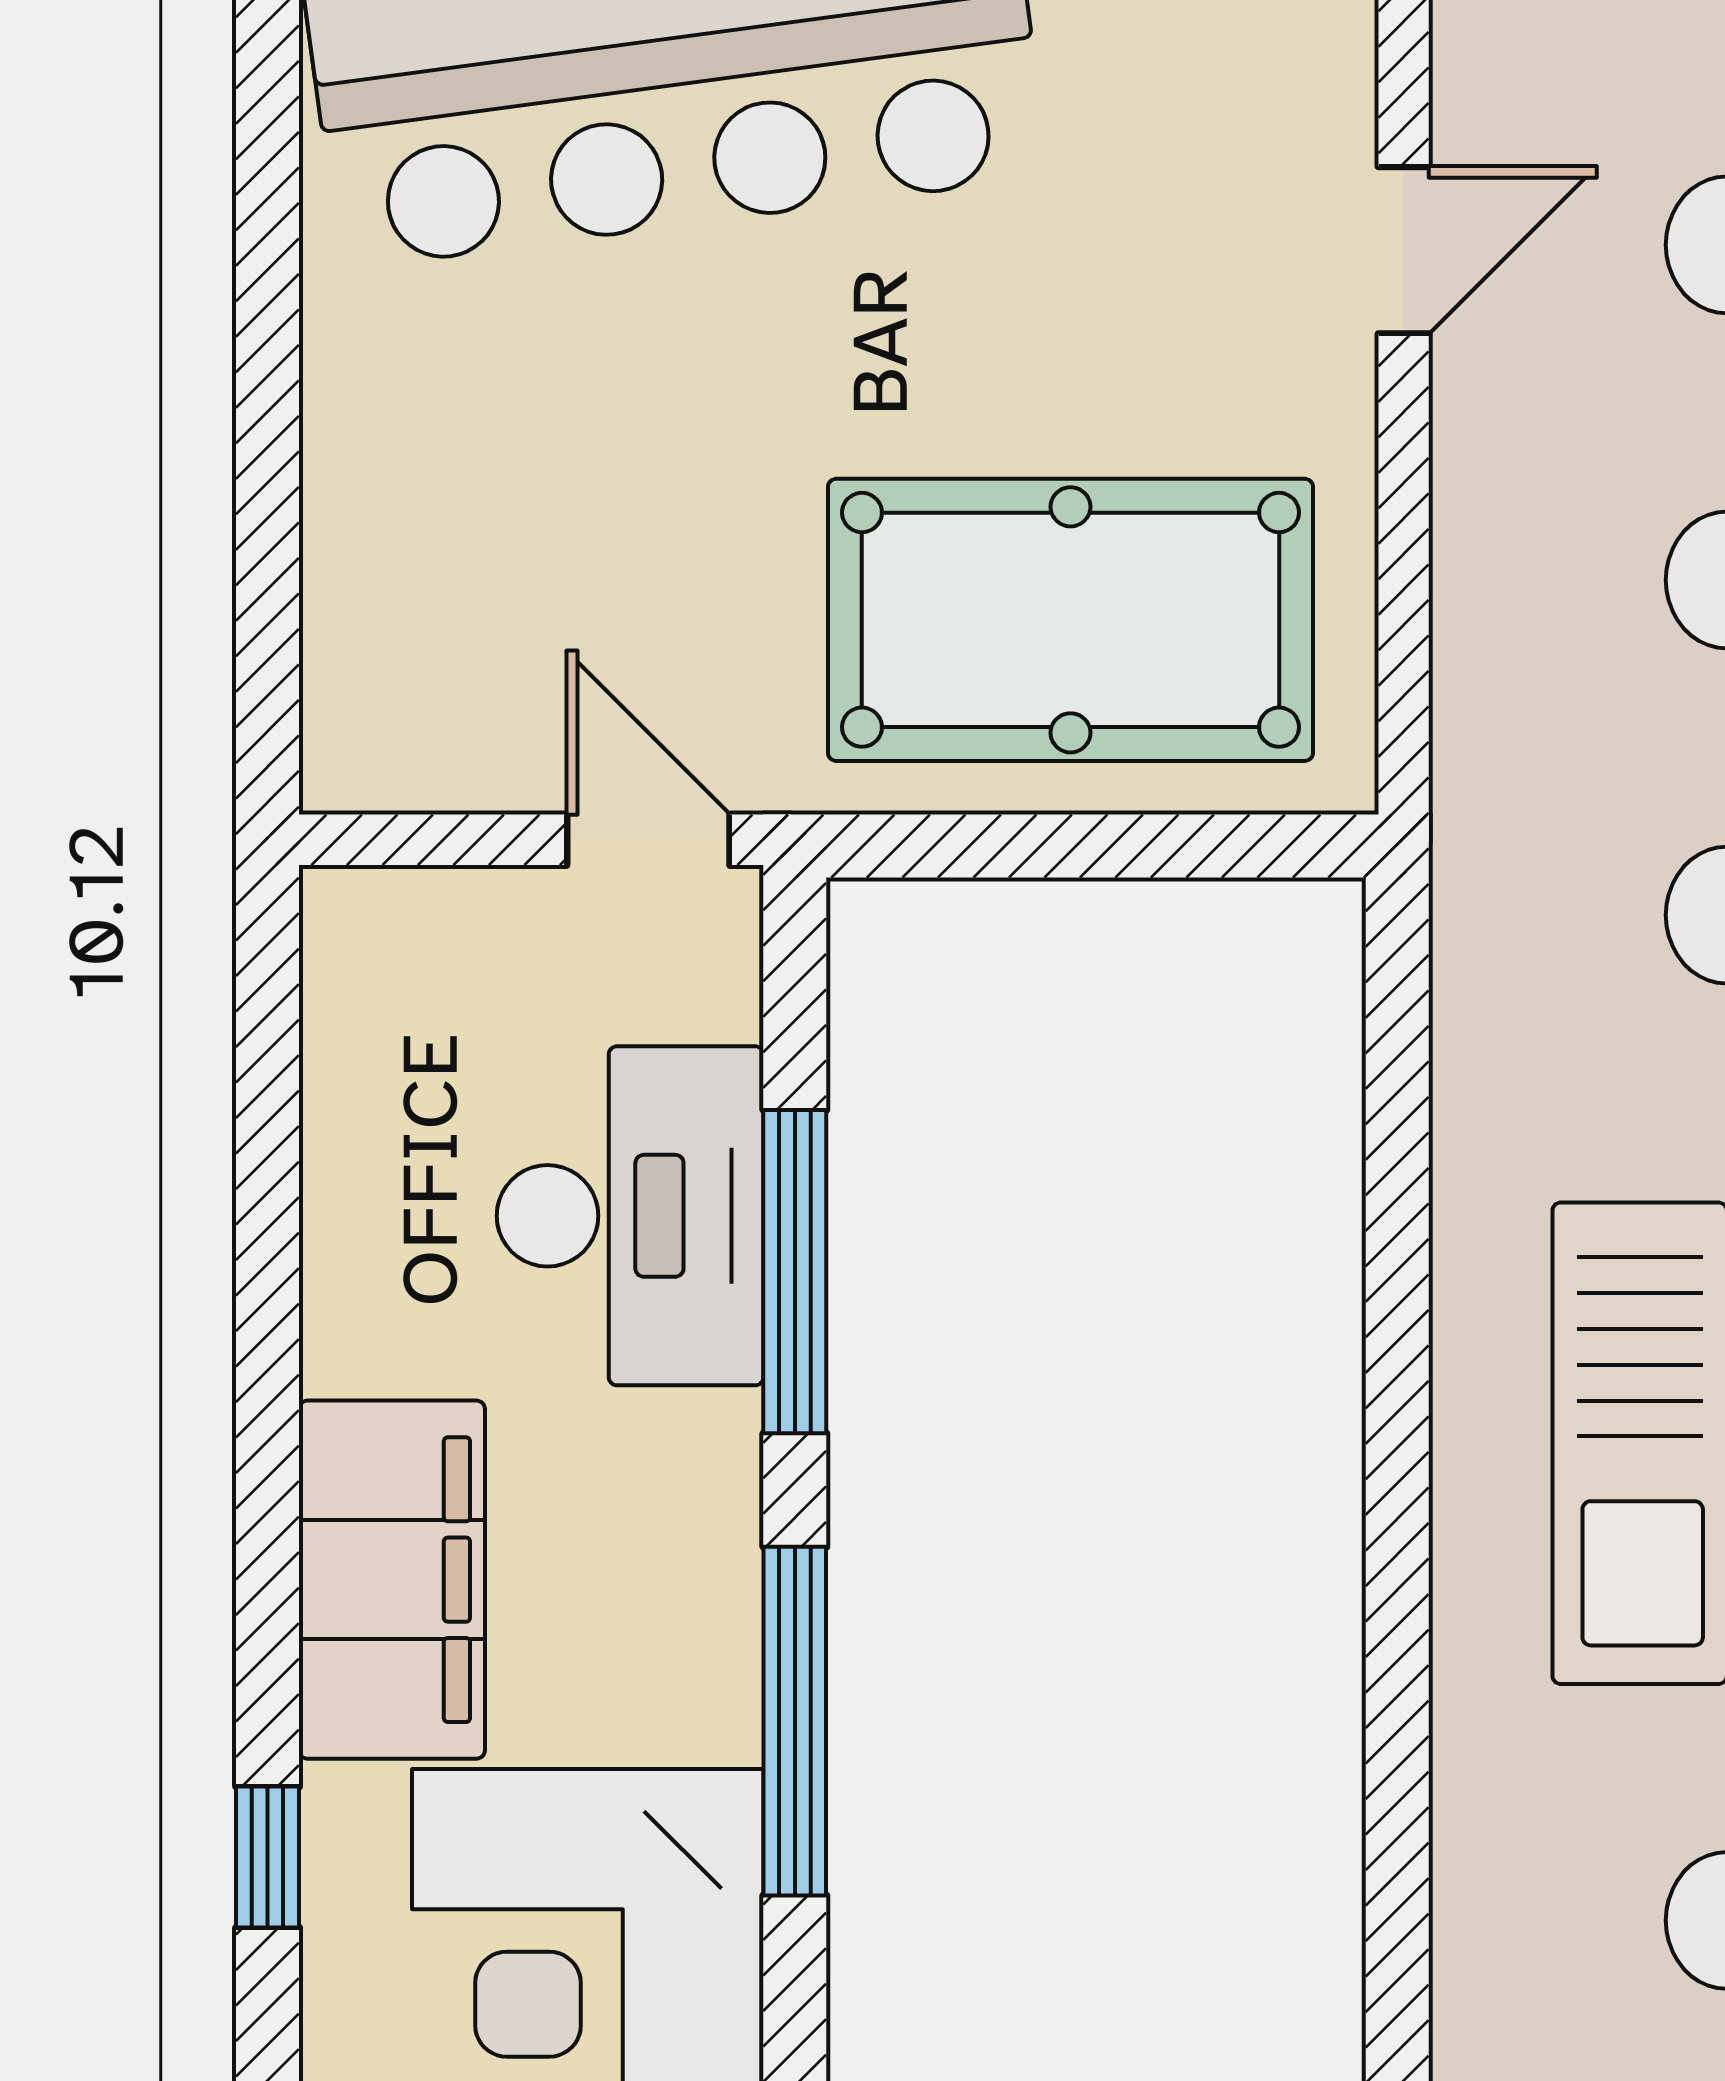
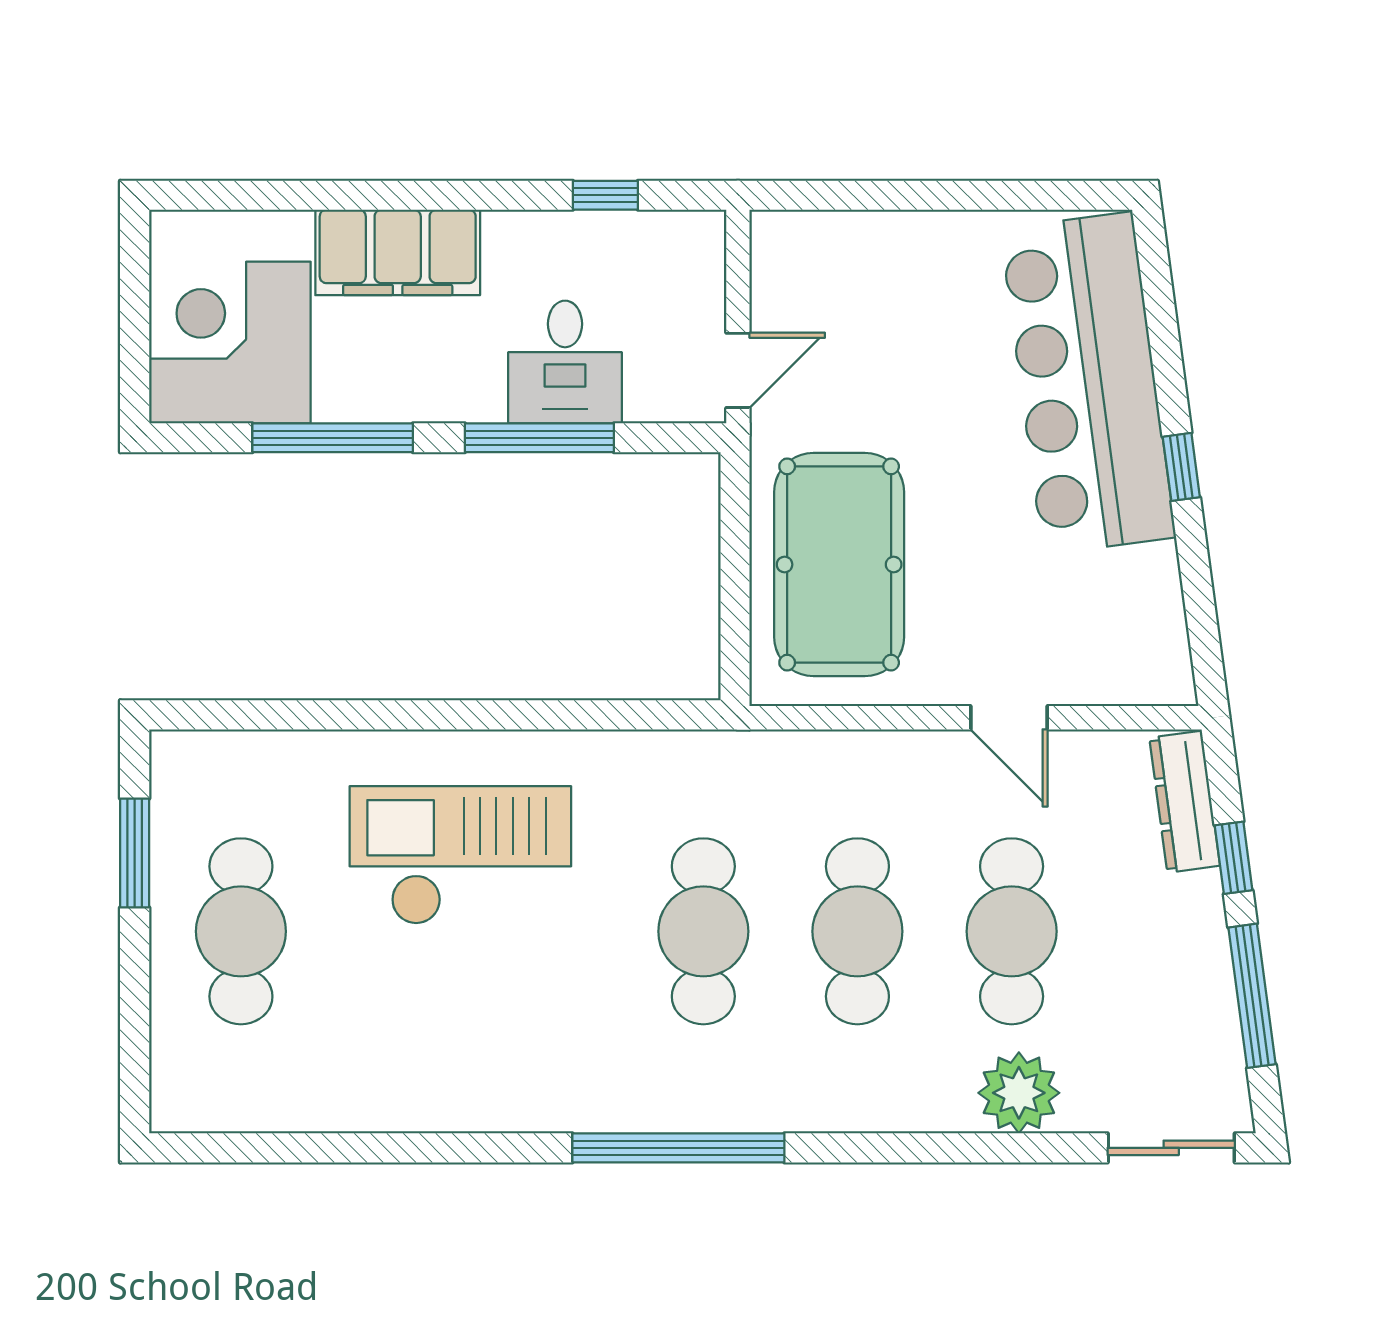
desk: (630, 1216) -> (565, 362), width x0.73
window: (268, 1857) -> (605, 195), moved

